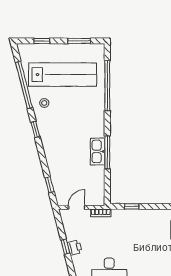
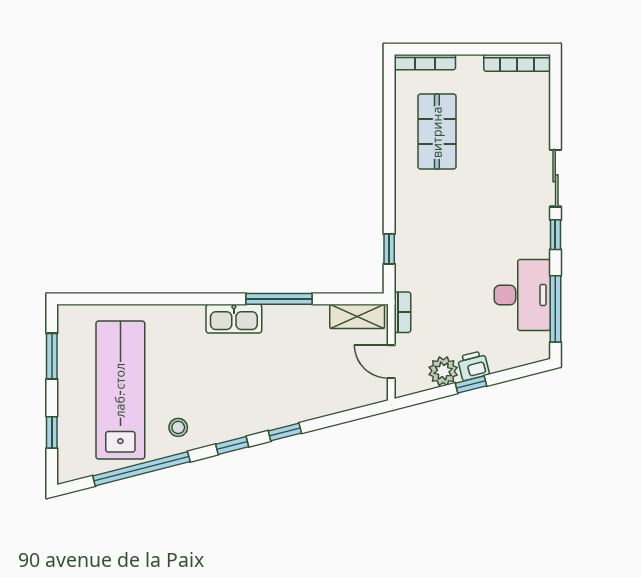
window: (107, 86) -> (143, 299), removed
kitchen sink: (98, 151) -> (234, 319), moved
window: (50, 185) -> (285, 432), moved
shelving: (99, 191) -> (357, 316), added
plant: (72, 233) -> (443, 371), added

